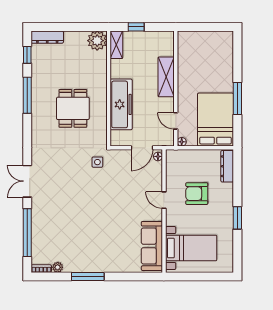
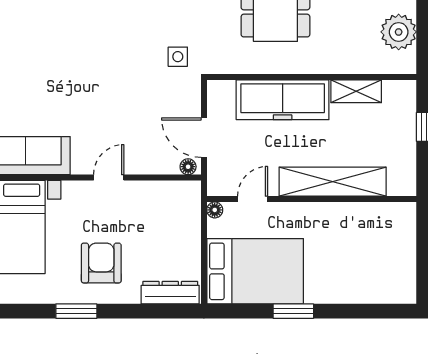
plant: (97, 41) -> (399, 32), moved
shelving: (116, 45) -> (356, 91), moved
shelving: (166, 77) -> (333, 182), width x1.47
window: (237, 98) -> (293, 311), width x0.69
armchair: (197, 194) -> (101, 263), moved

